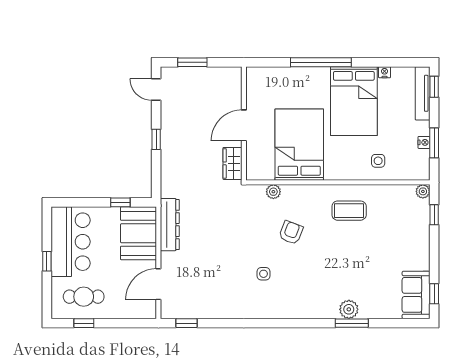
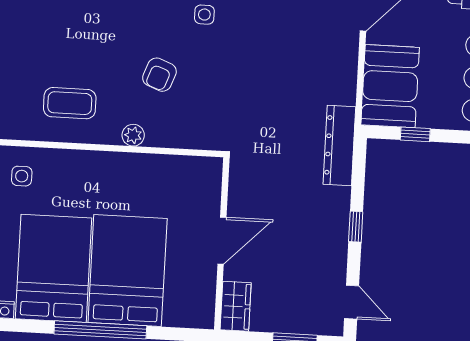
bed: (299, 145) -> (128, 271), moved, turned 180
wardrobe: (232, 163) -> (236, 306), moved
plant: (273, 192) -> (133, 135), moved
dresser: (170, 225) -> (339, 145), moved

